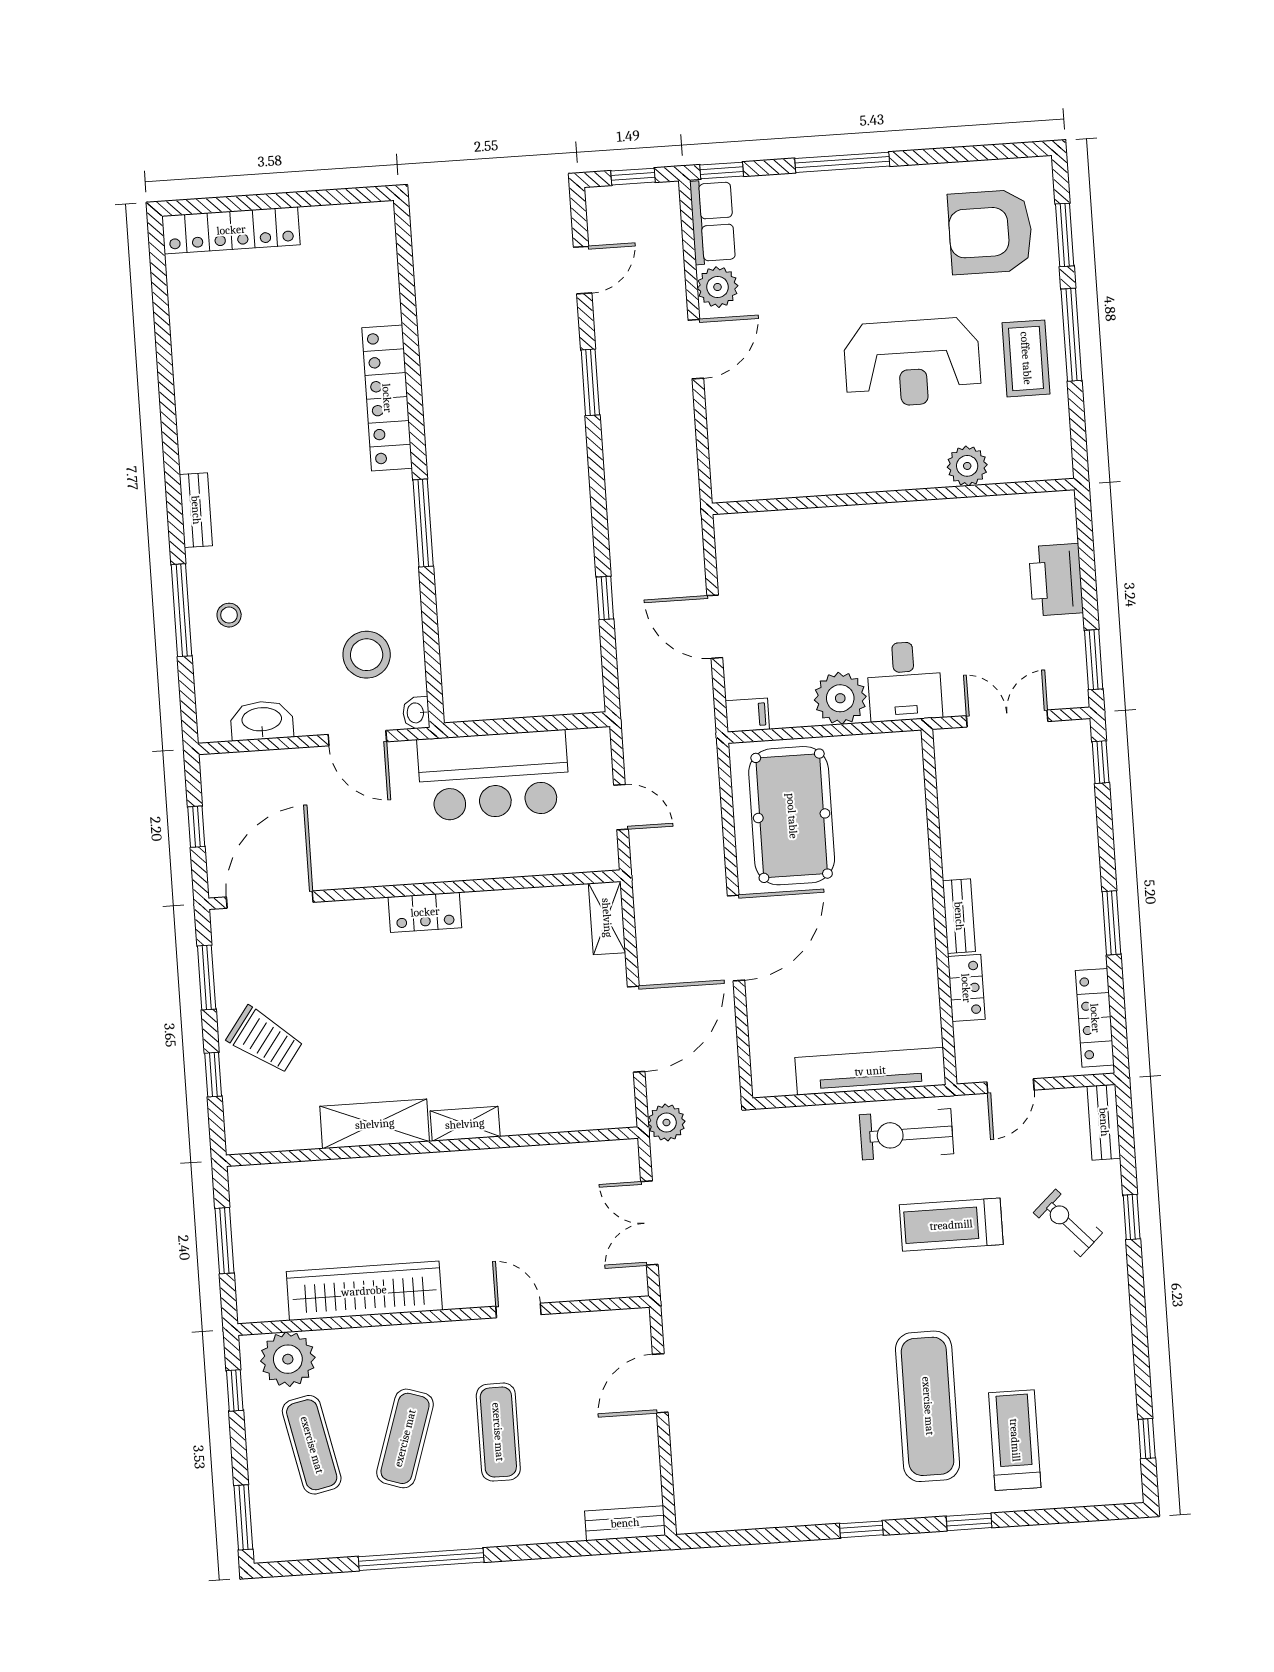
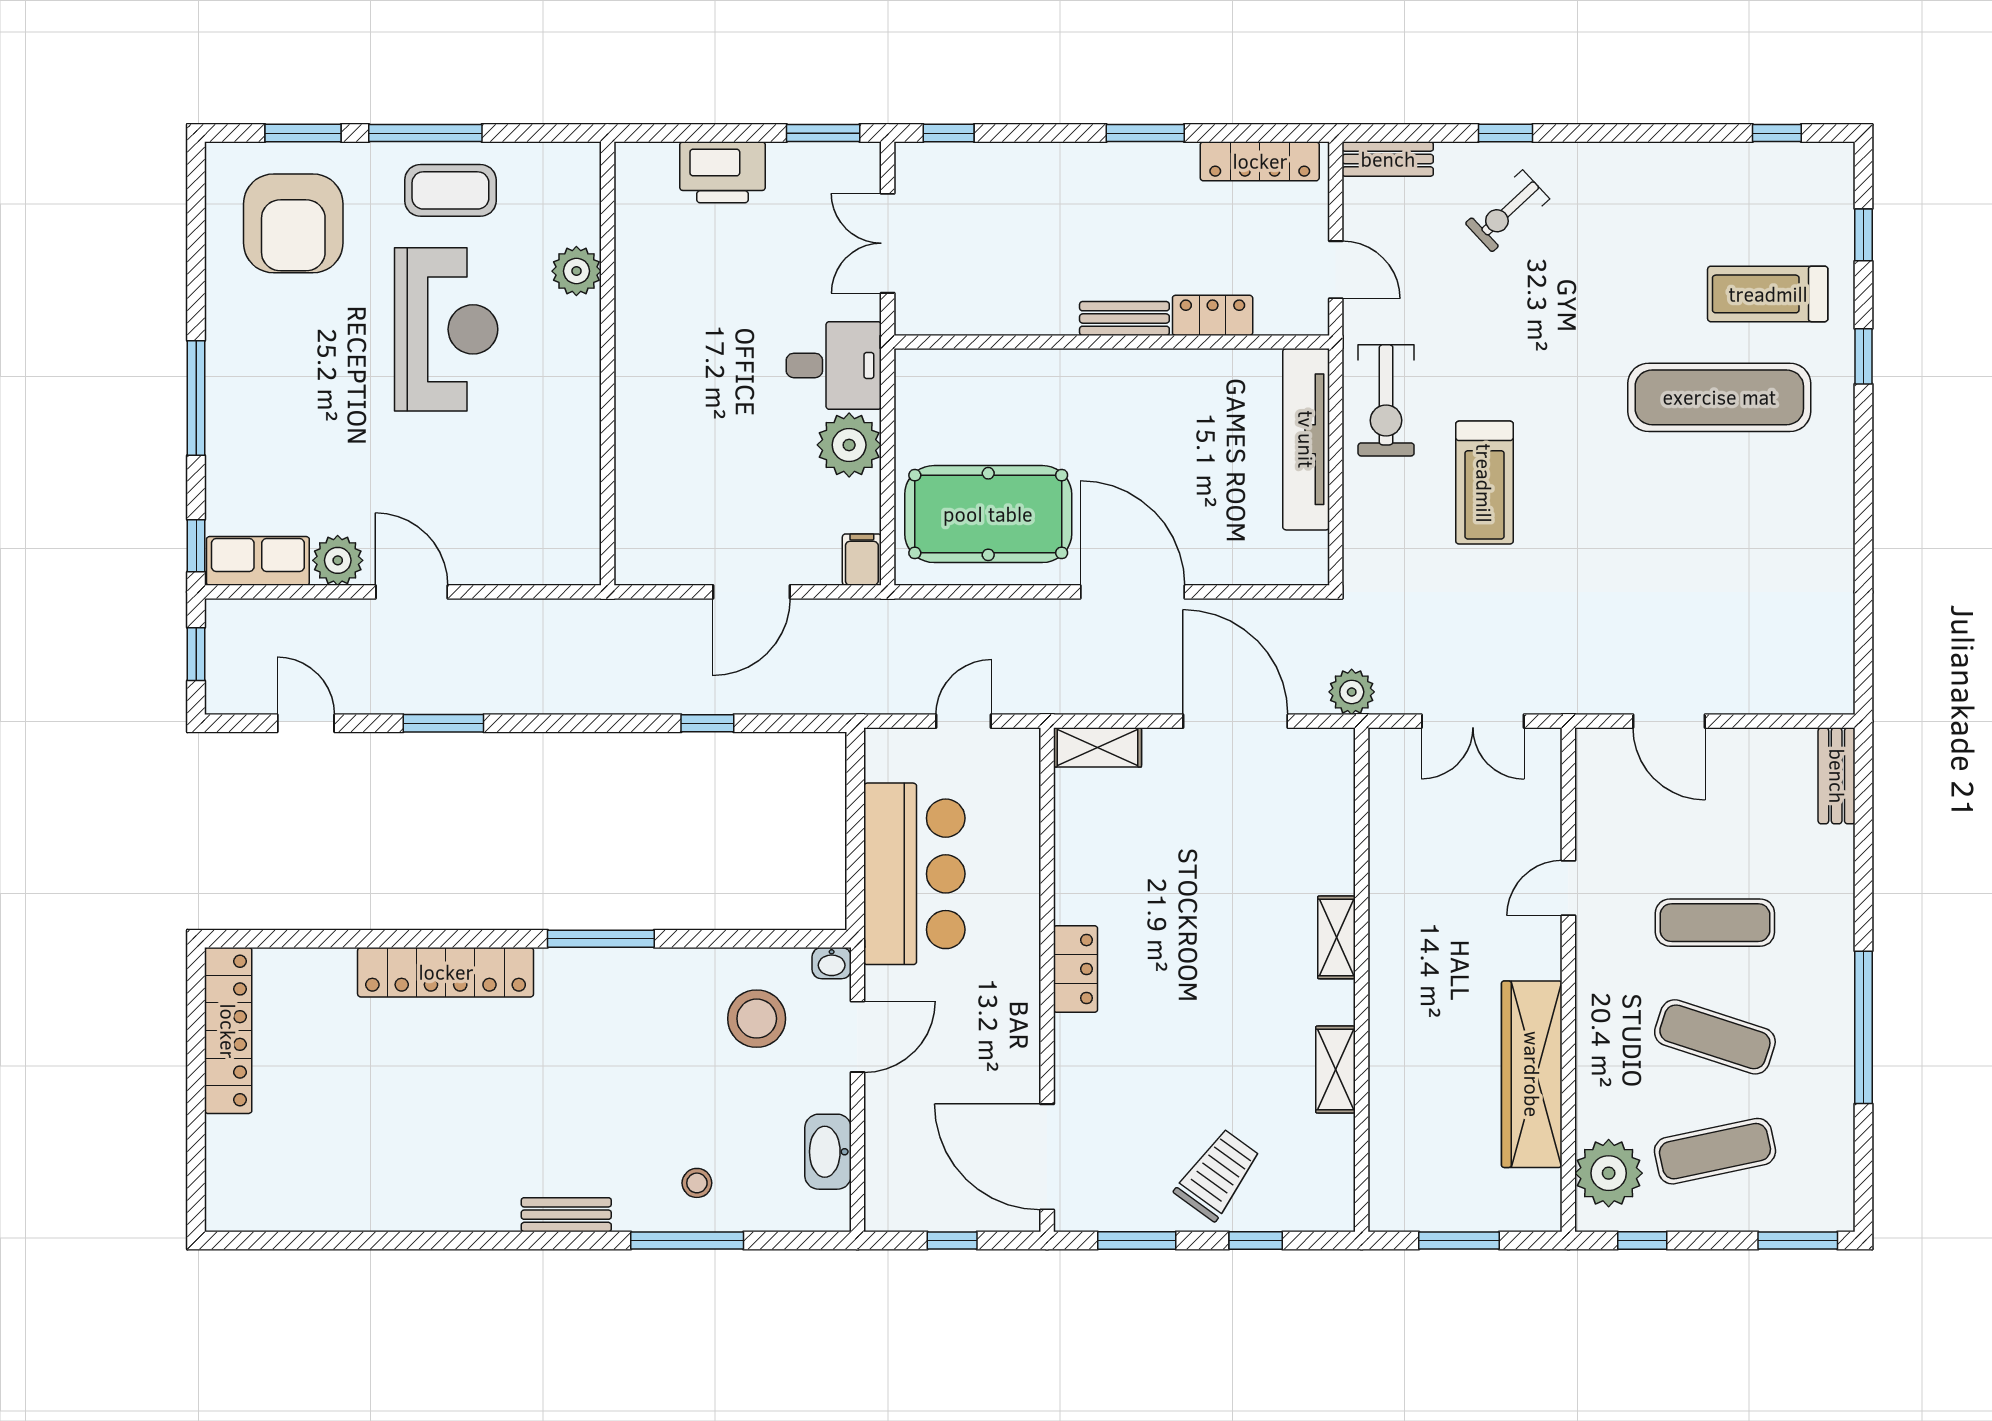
locker: (231, 230) -> (228, 1031), moved
shelving: (375, 1124) -> (1336, 1070), width x0.67, depth x0.75
treadmill: (951, 1225) -> (1484, 483), moved
window: (861, 1529) -> (1864, 235), moved

